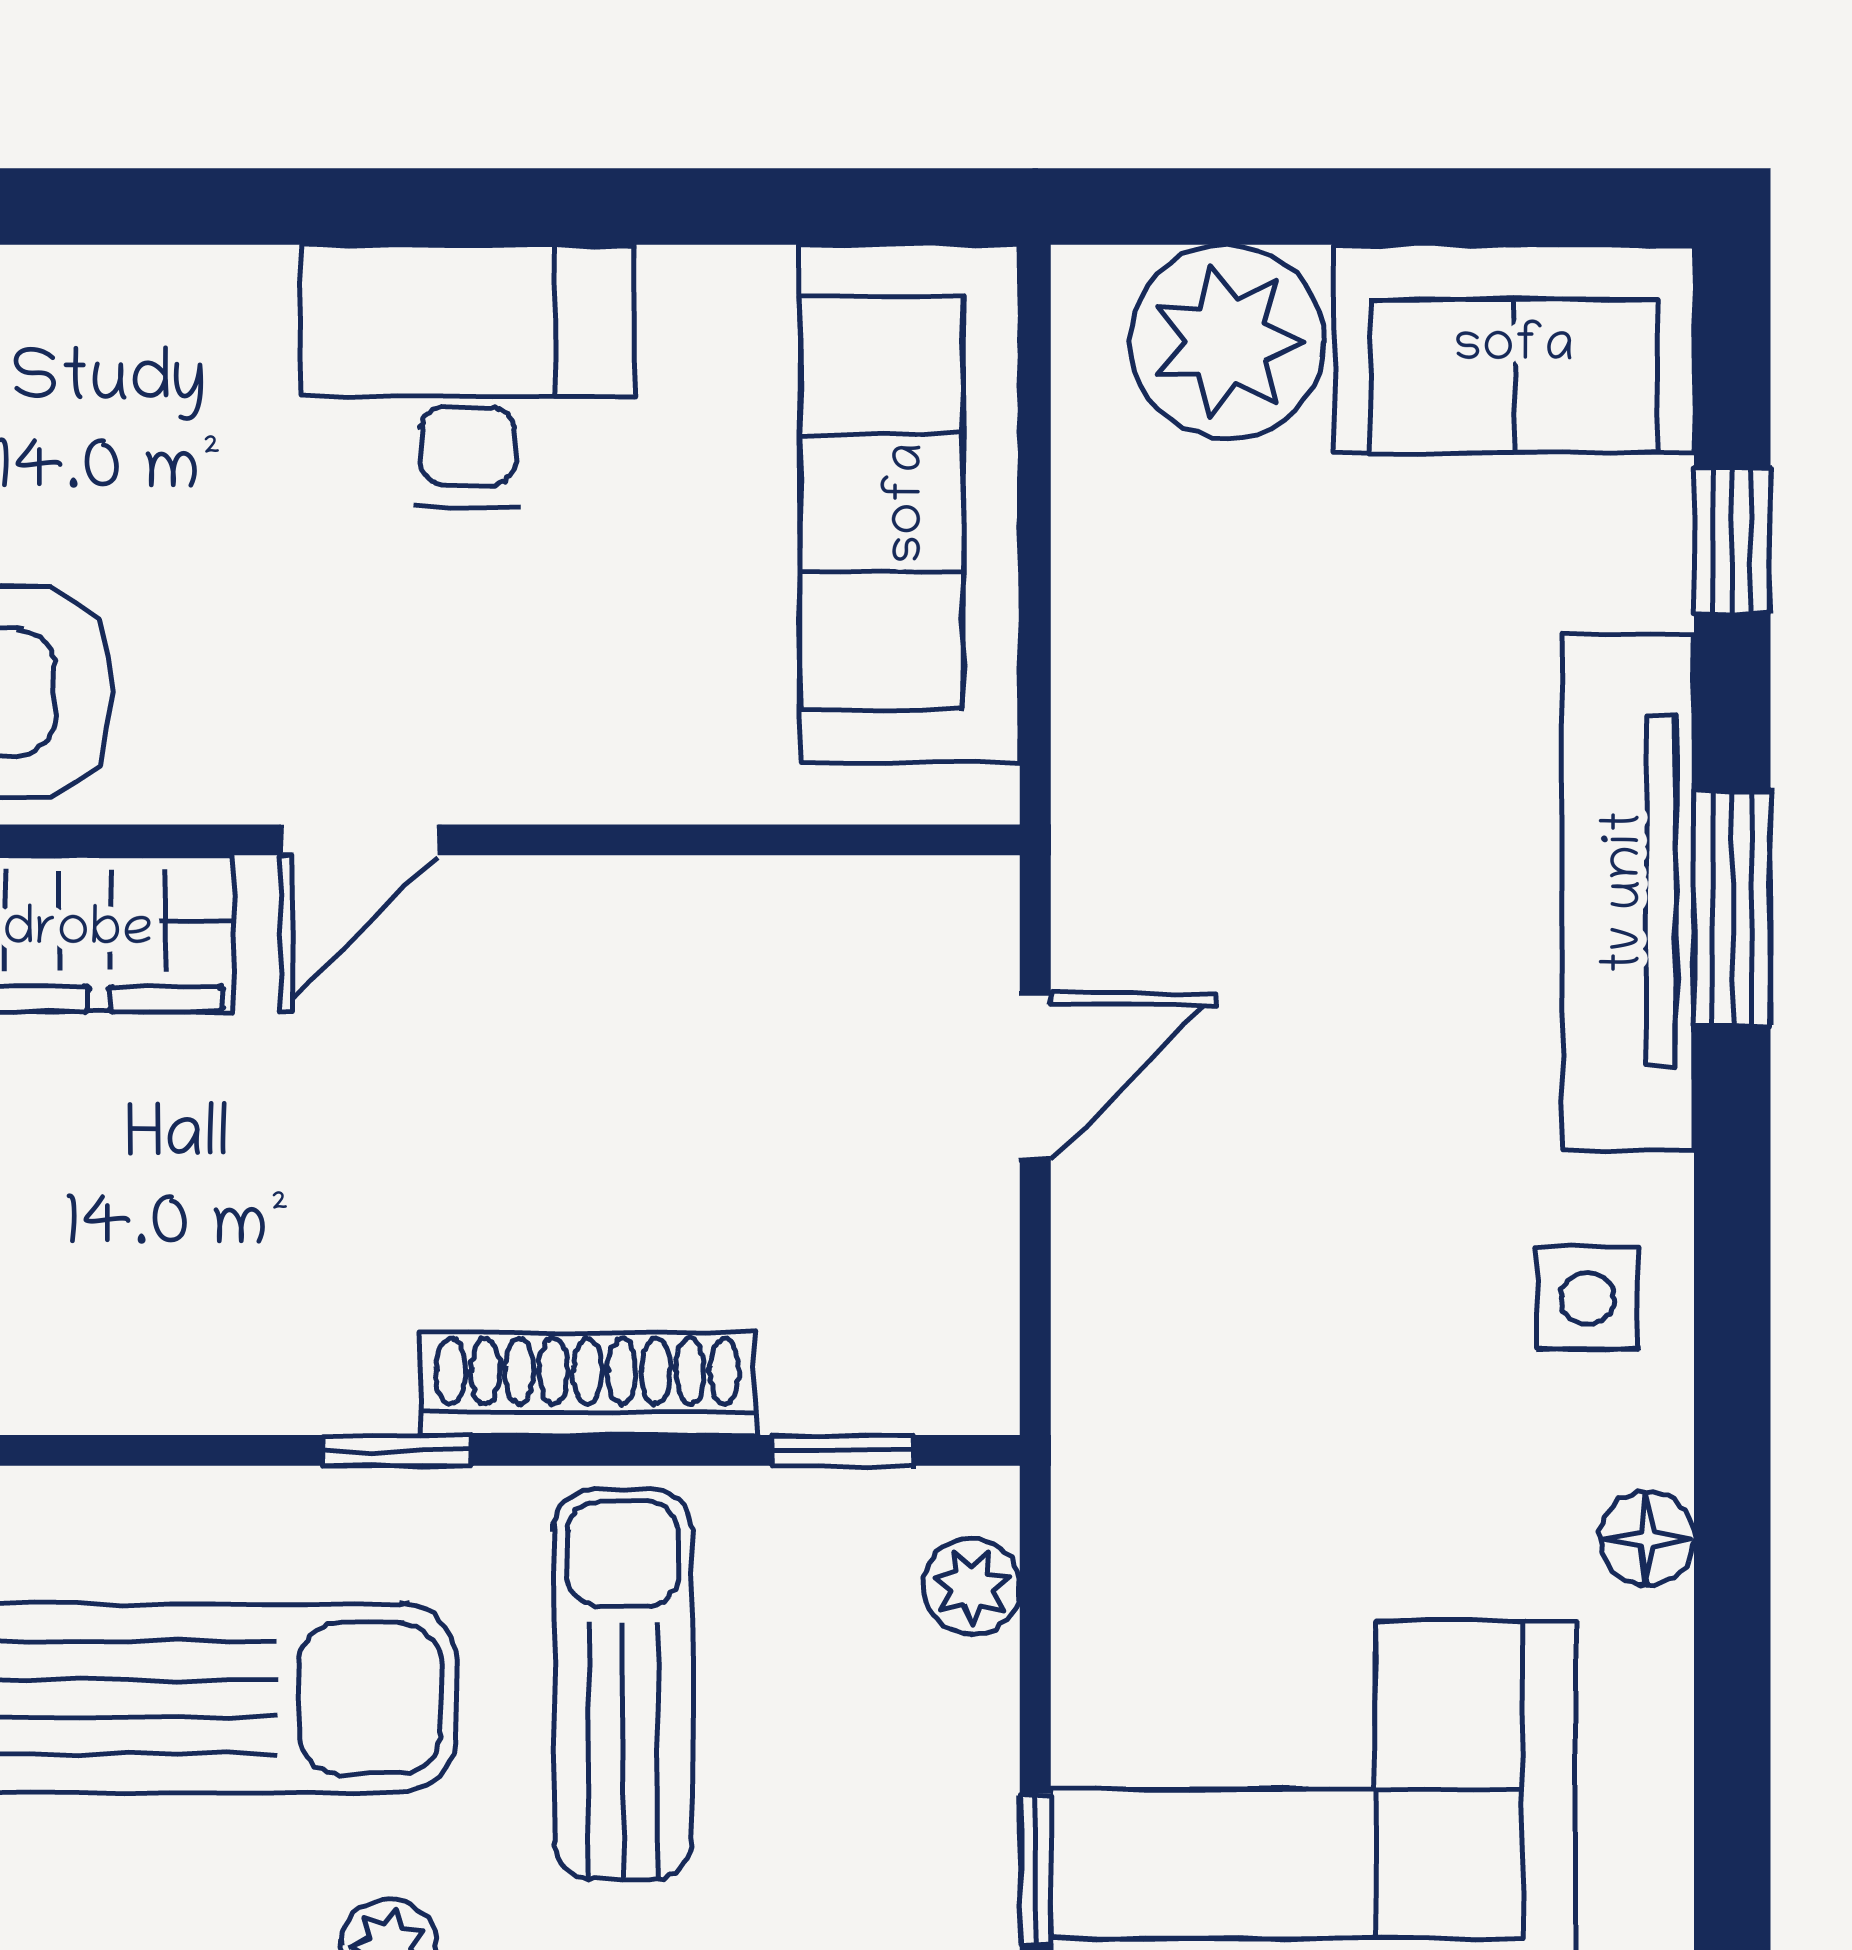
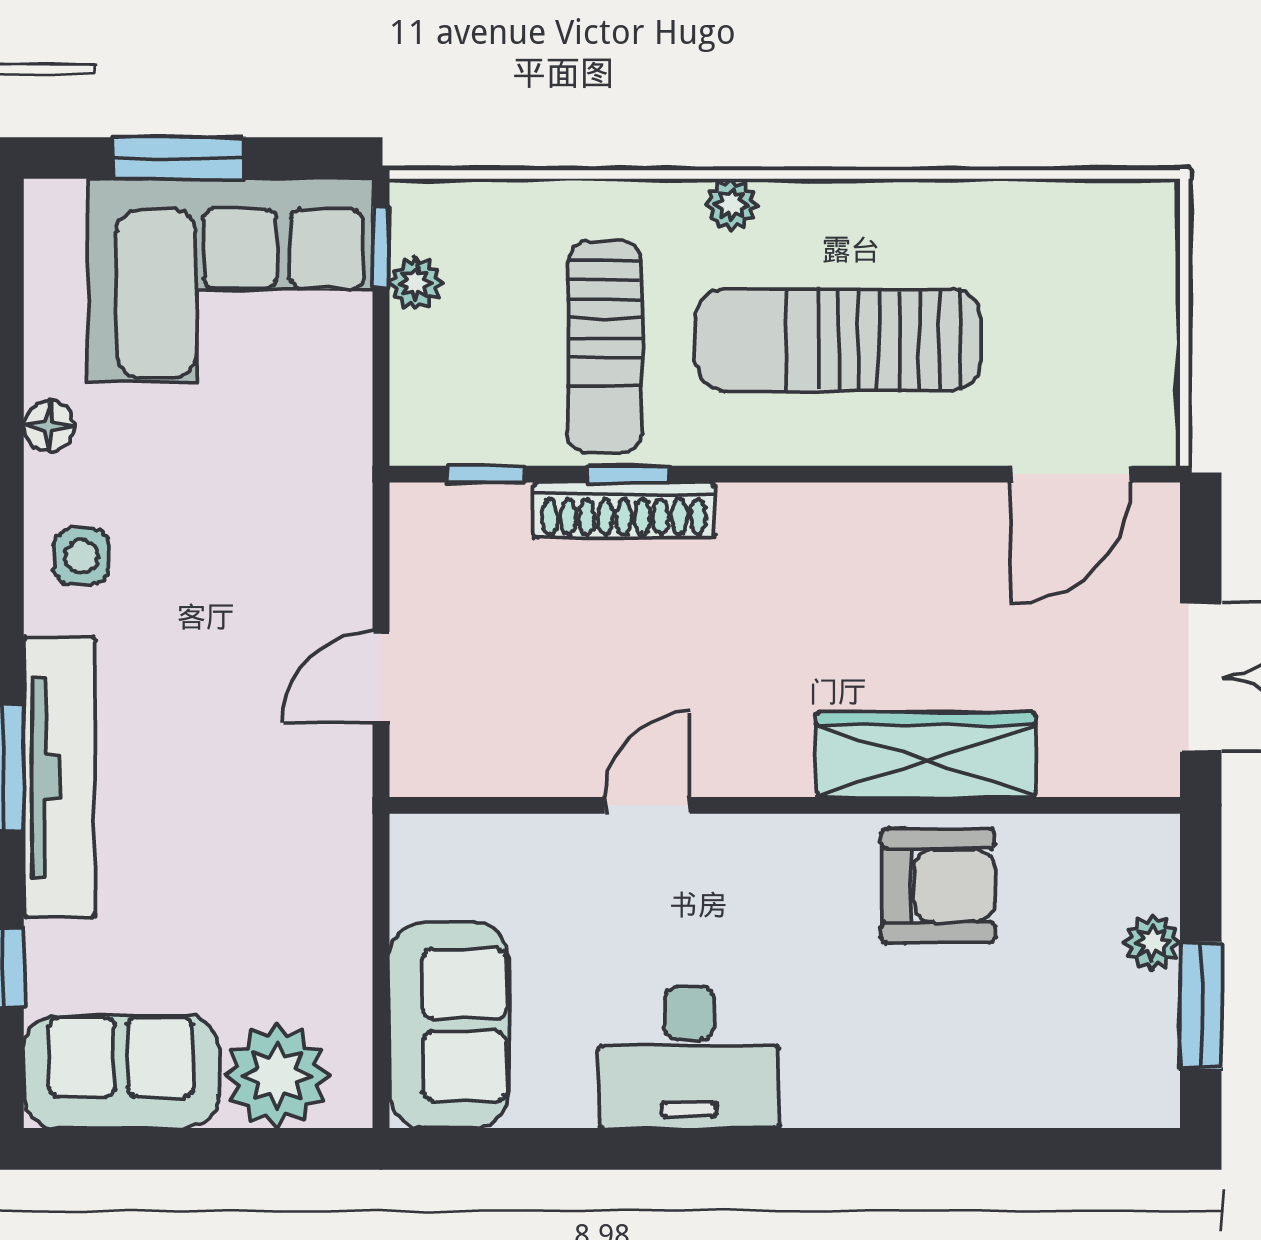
sofa: (910, 503) -> (449, 1025), width x0.73
door: (359, 840) -> (647, 805), moved
window: (397, 1450) -> (629, 474), moved
plant: (972, 1586) -> (415, 283), moved

